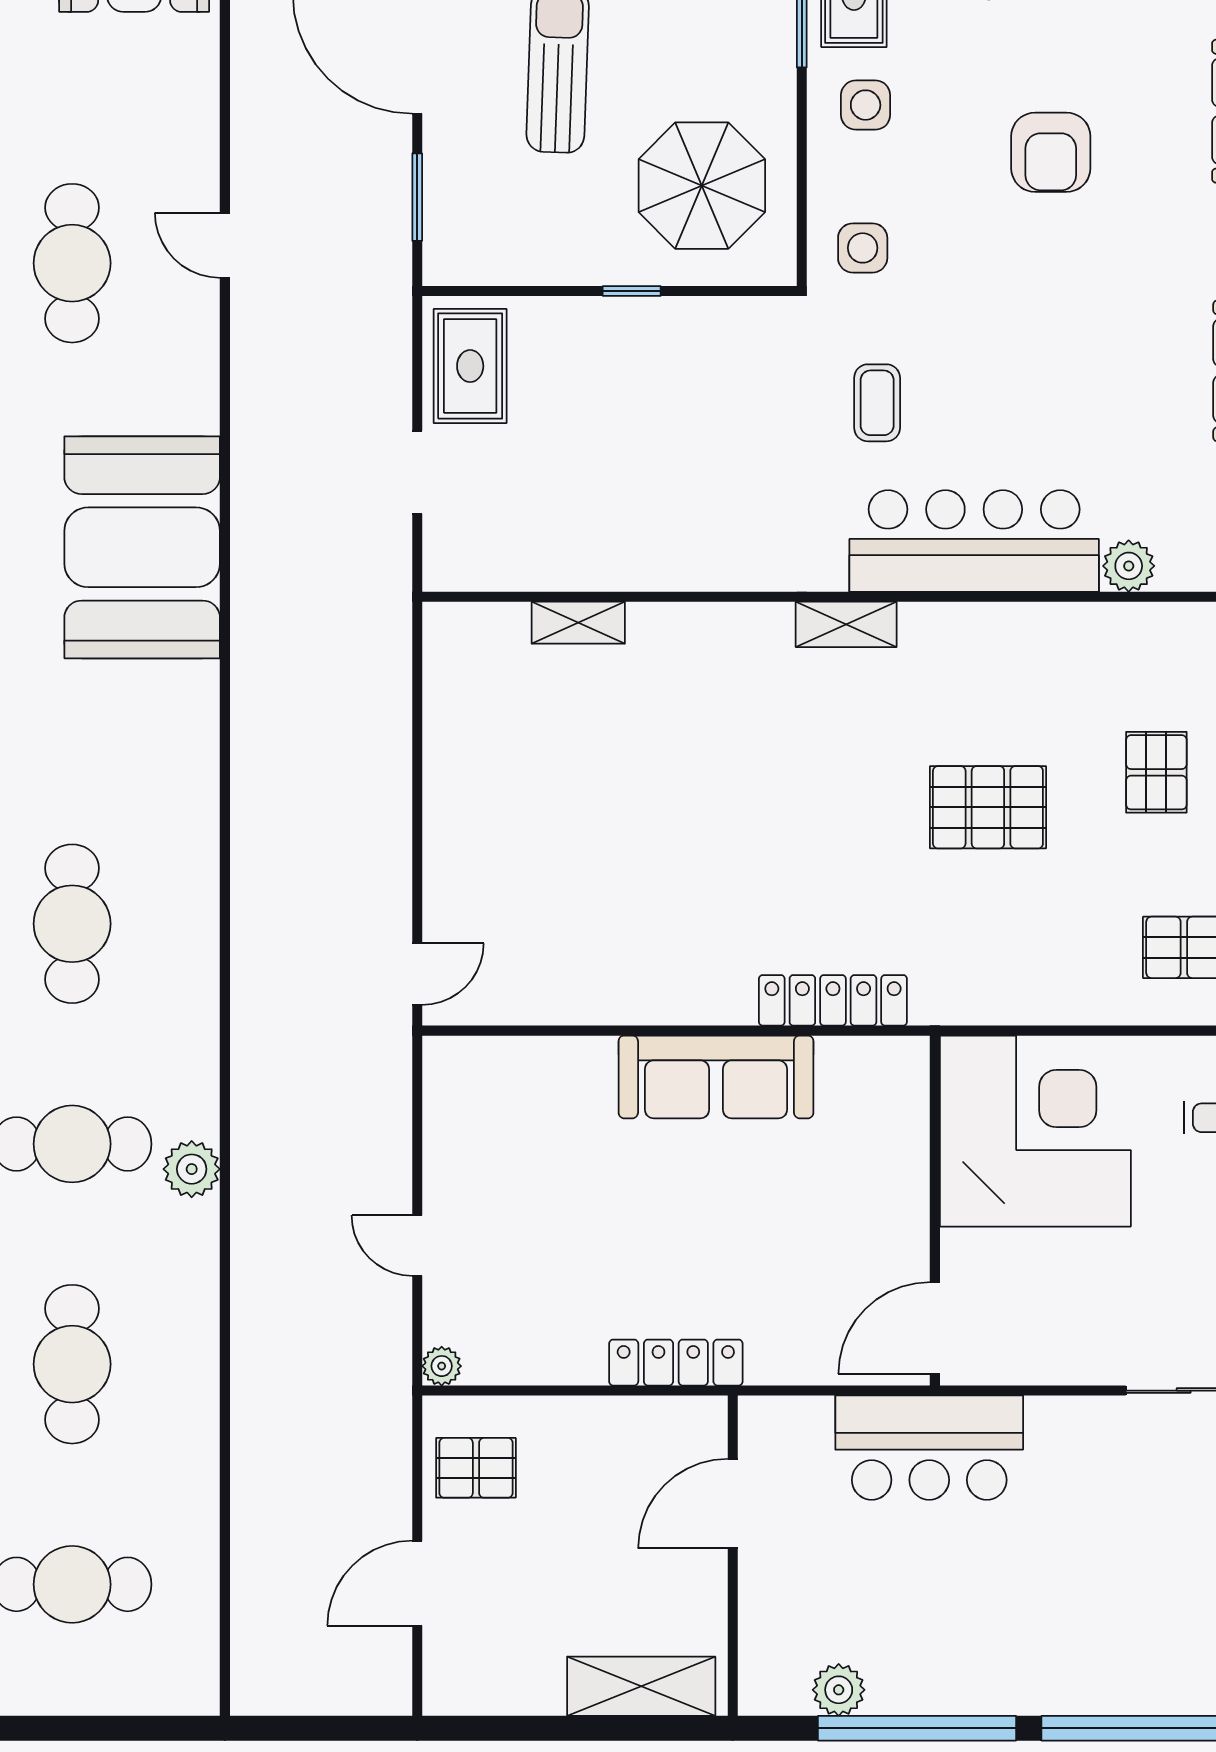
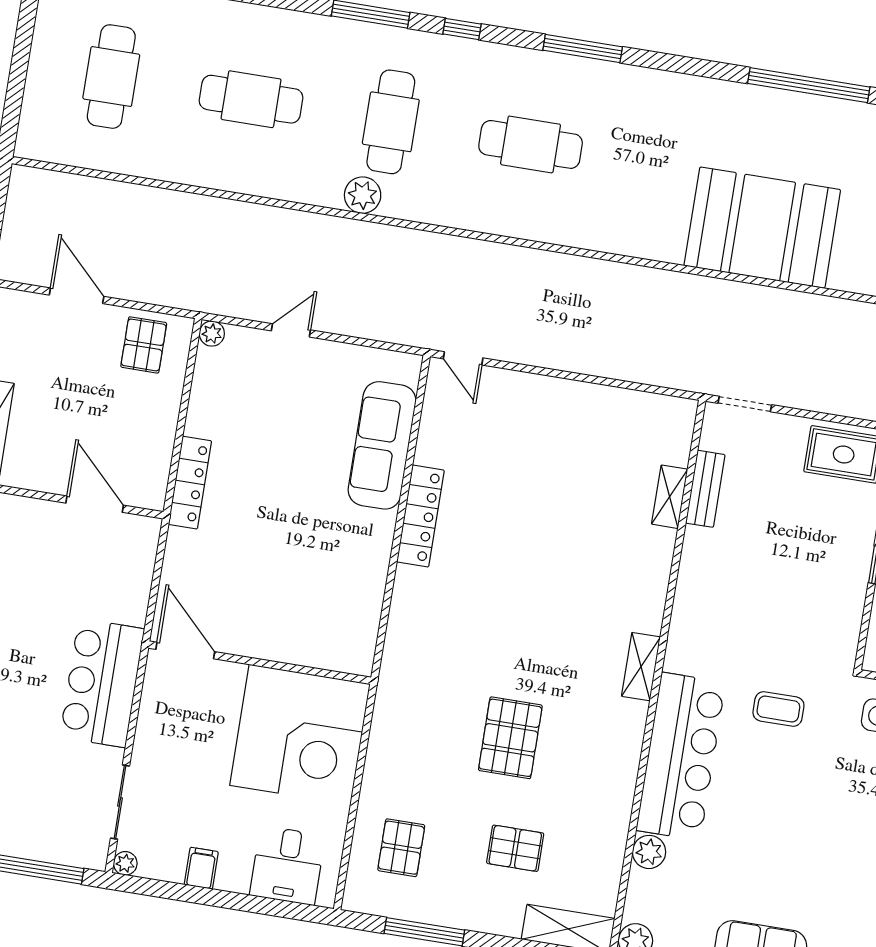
doorway: (417, 472) -> (745, 404), moved
bench: (557, 570) -> (705, 489), added
locker: (833, 1000) -> (420, 516), moved
sofa: (716, 1077) -> (382, 445), moved
bar counter: (929, 1448) -> (102, 683), moved

